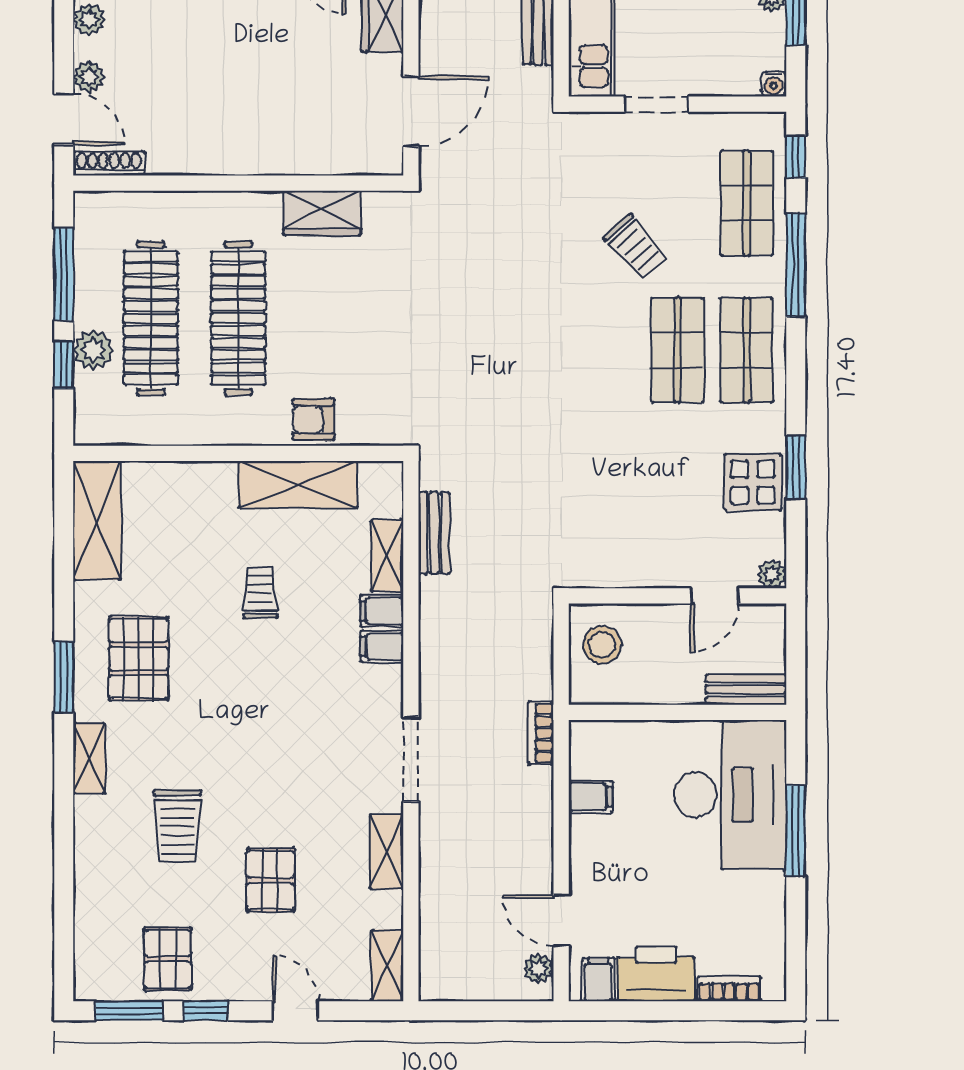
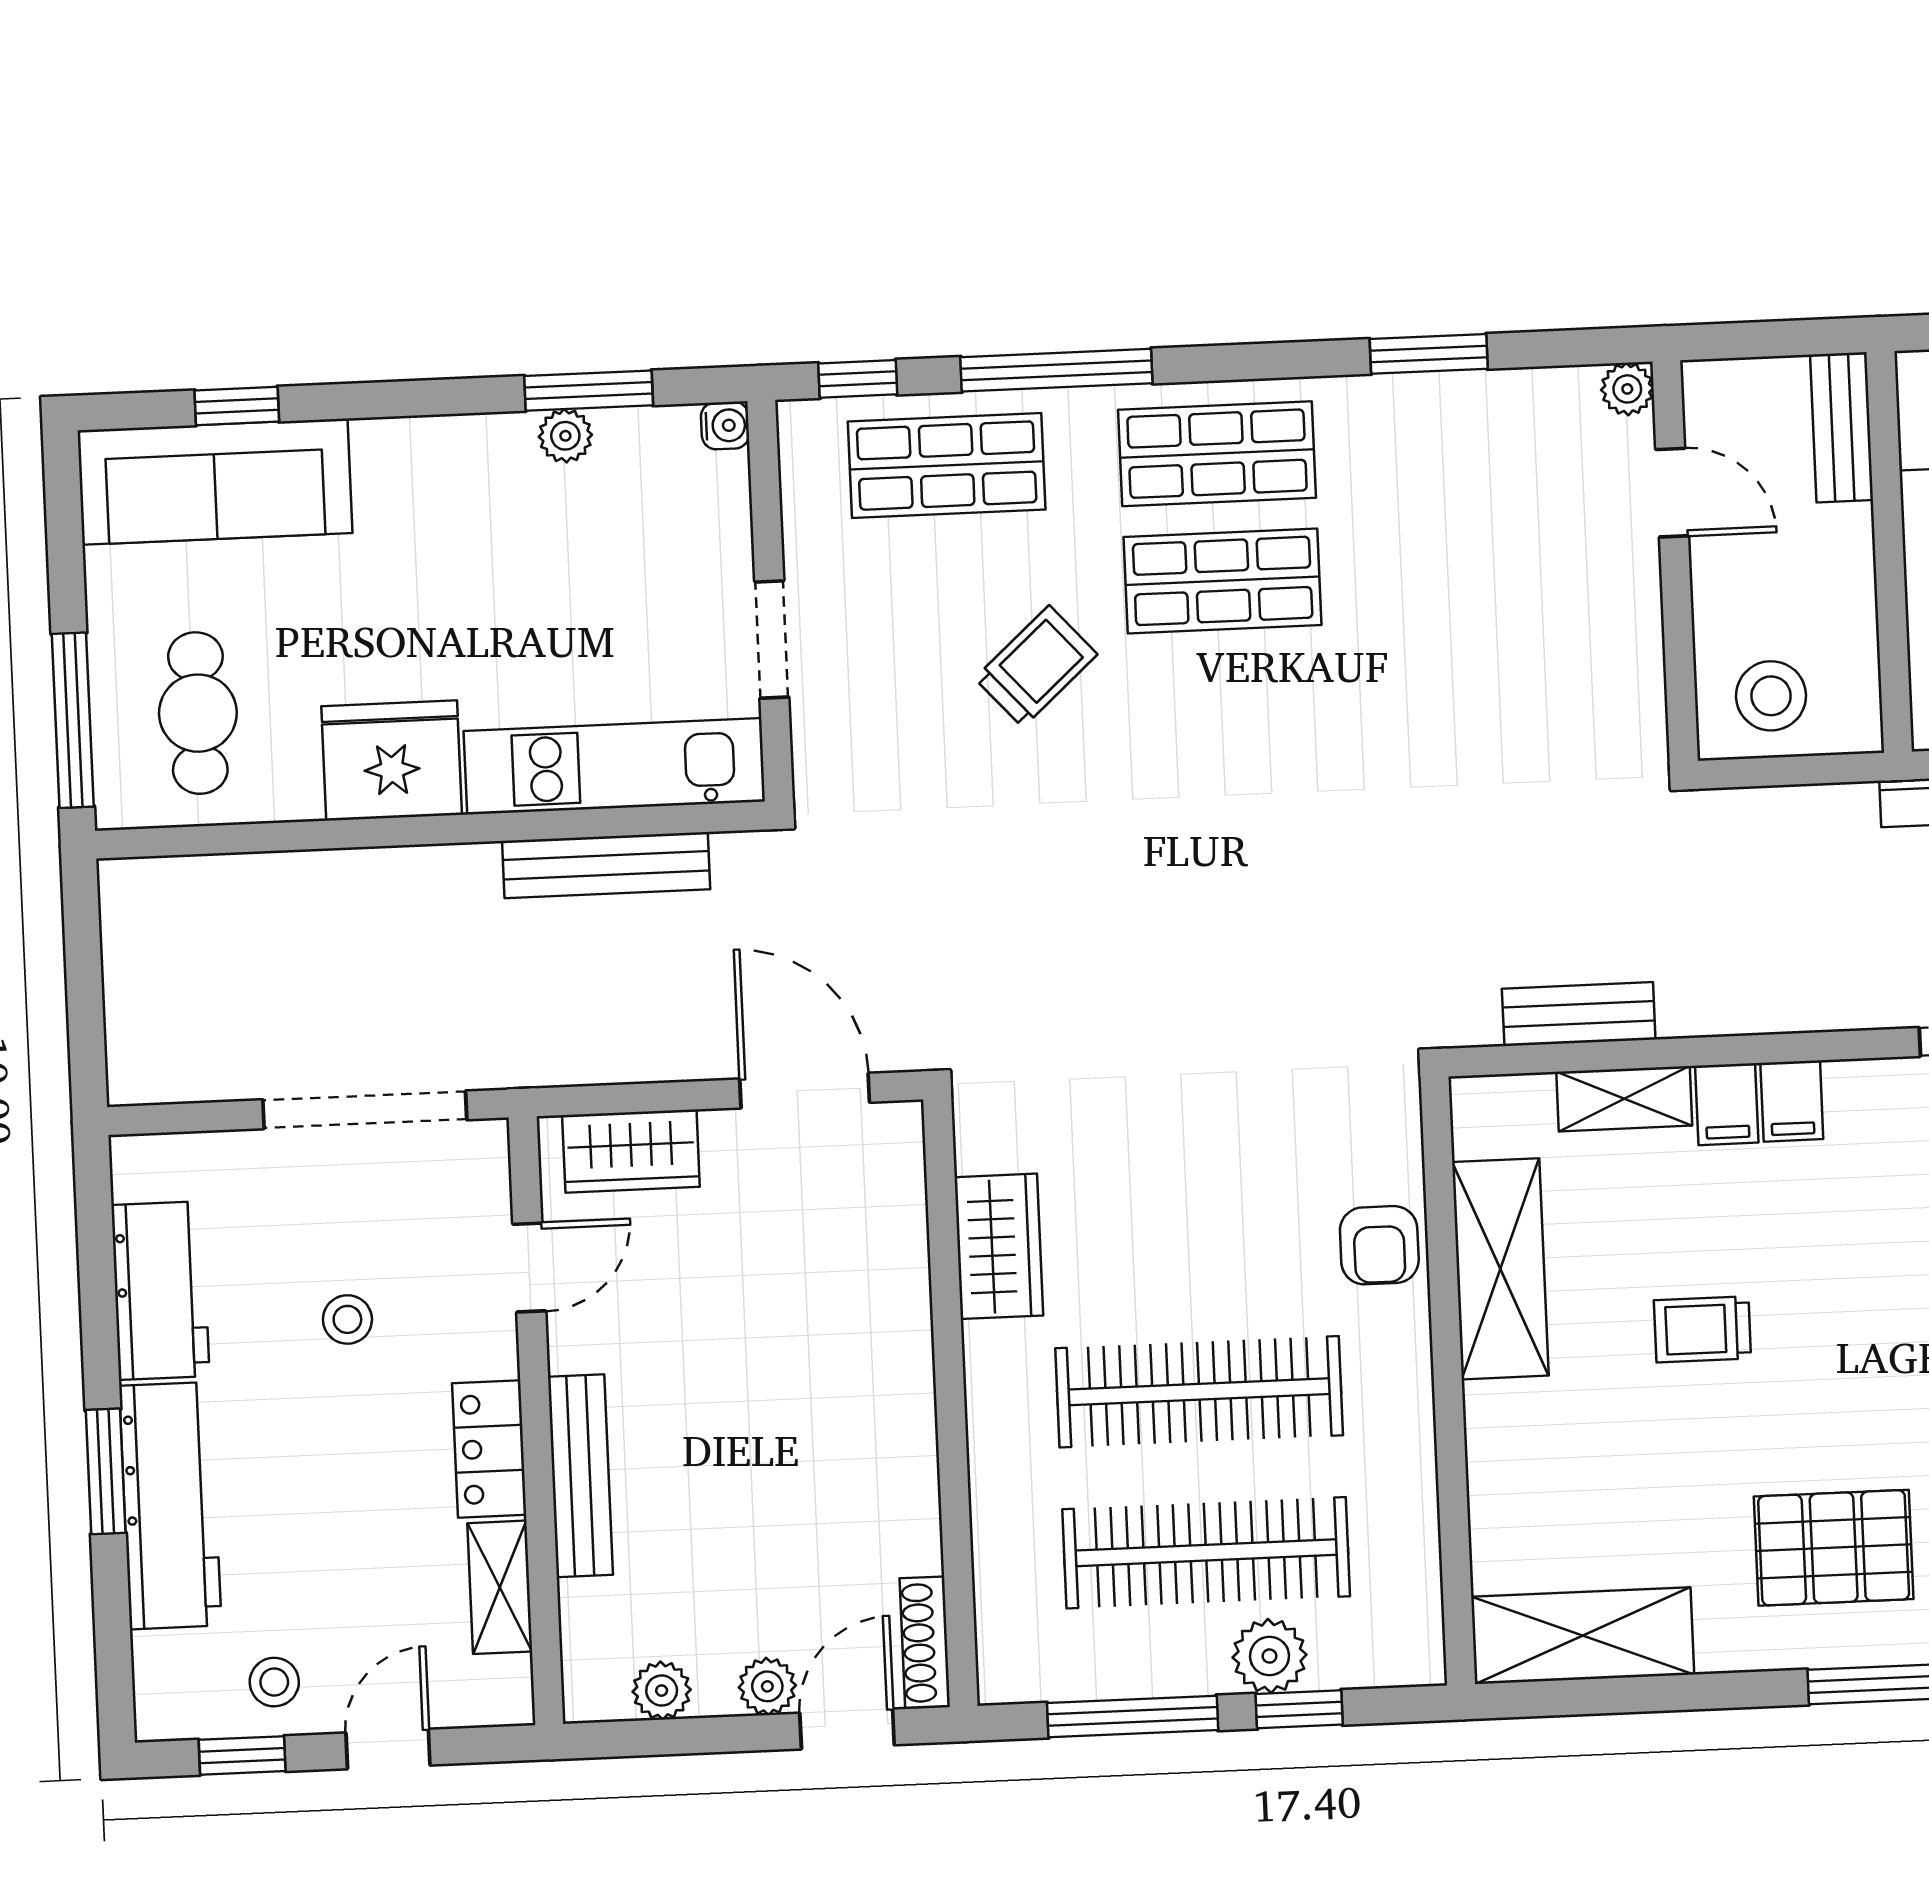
display table: (753, 482) -> (1460, 432), removed

